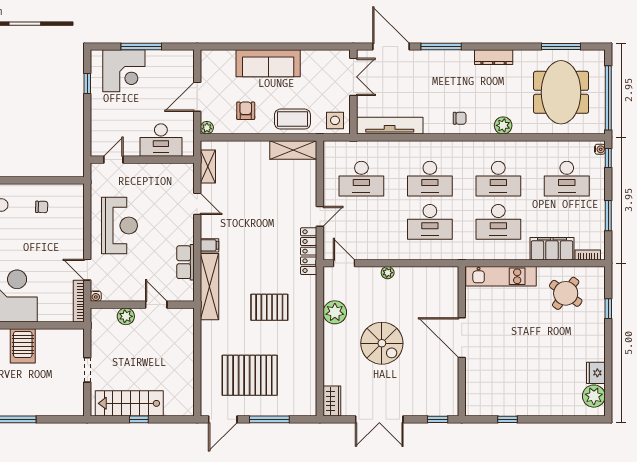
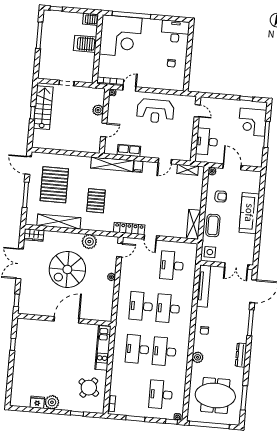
filing cabinet: (552, 249) -> (118, 381), removed
spiral stairs: (382, 343) -> (67, 269), width x1.37, depth x1.37
shelving: (307, 363) -> (59, 222), added
plant: (594, 396) -> (52, 402), moved

